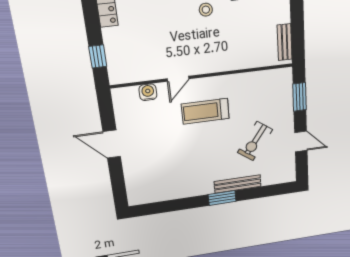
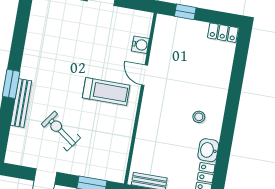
treadmill: (205, 111) -> (106, 91), turned 90

